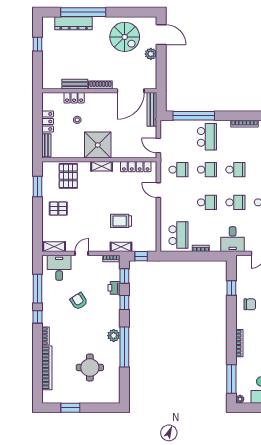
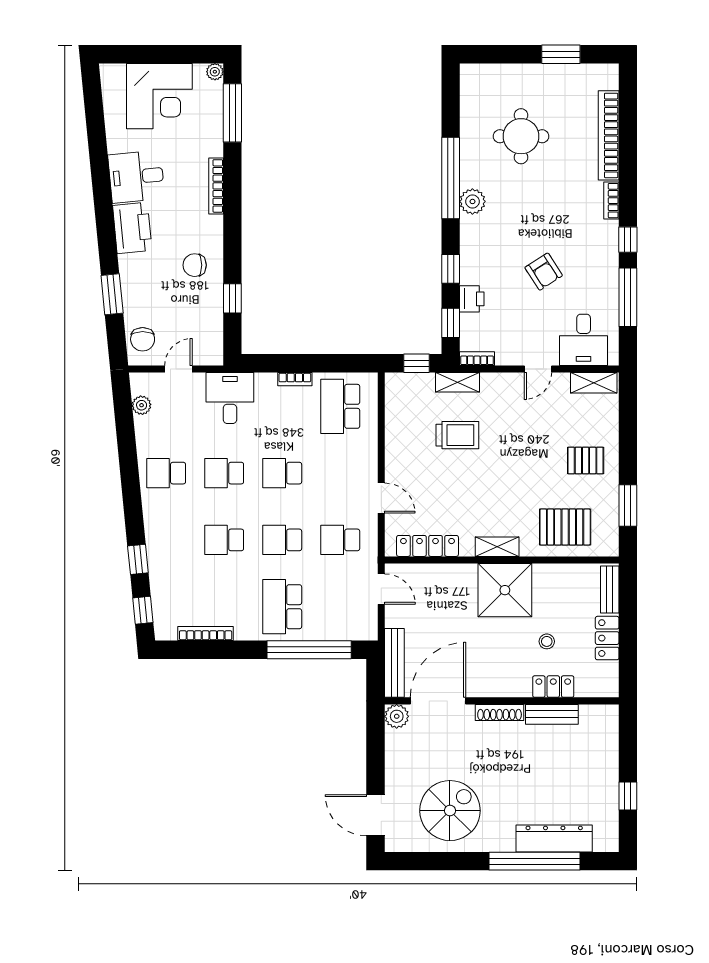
spiral stairs: (125, 37) -> (450, 811), turned 90
plant: (151, 54) -> (397, 716), moved
pallet: (68, 176) -> (565, 527), turned 90

